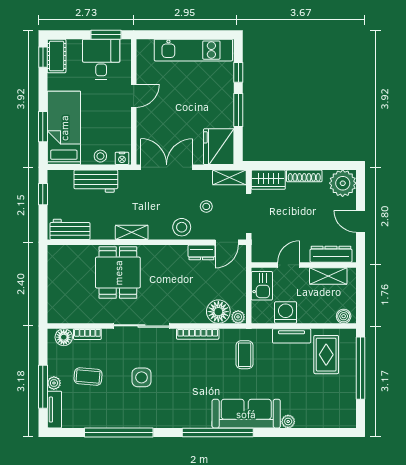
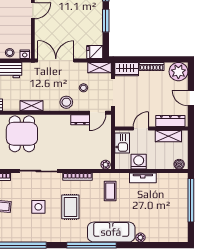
fridge: (219, 147) -> (95, 52), width x0.53, depth x0.75
floor lamp: (218, 312) -> (92, 161), removed
rug: (326, 355) -> (70, 207), moved

